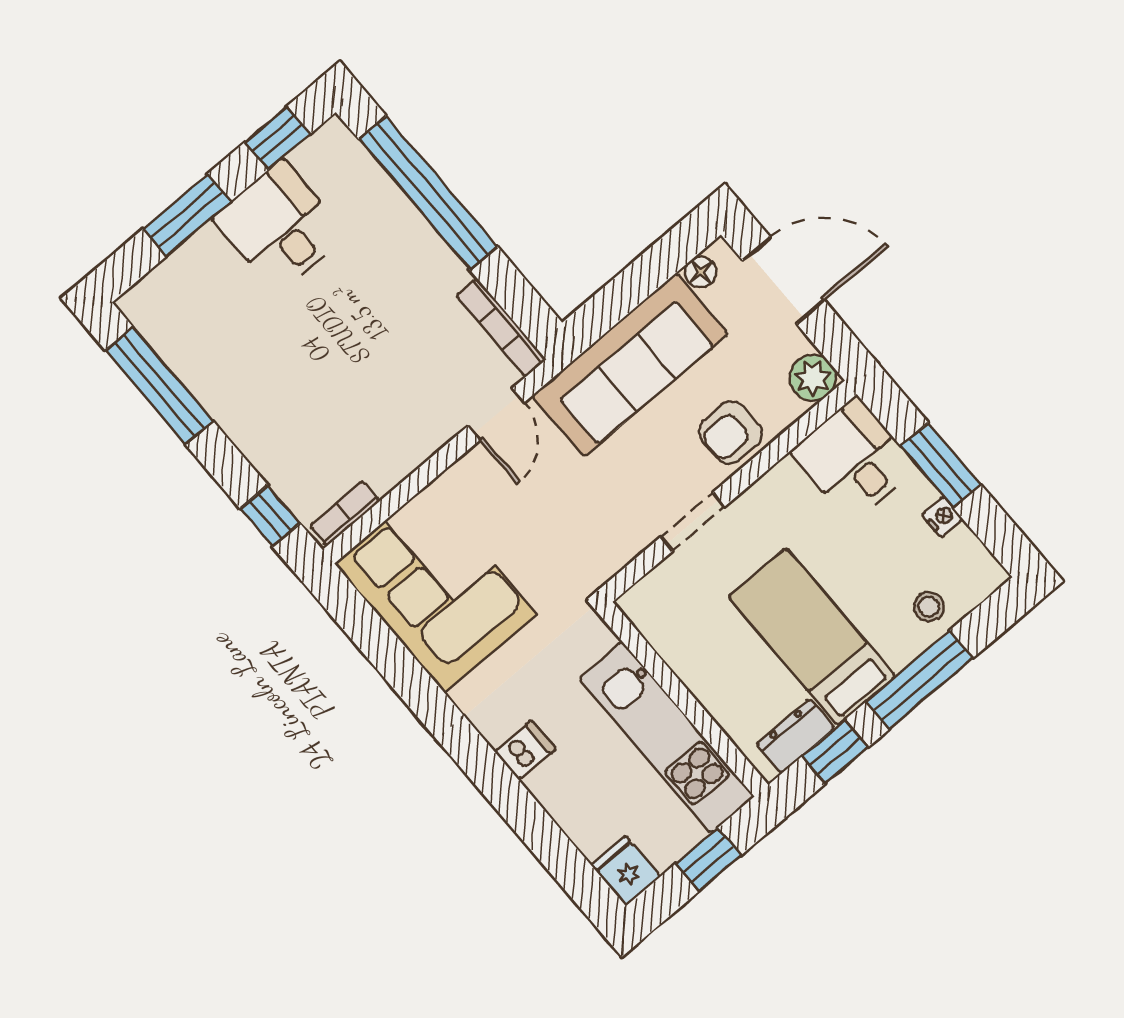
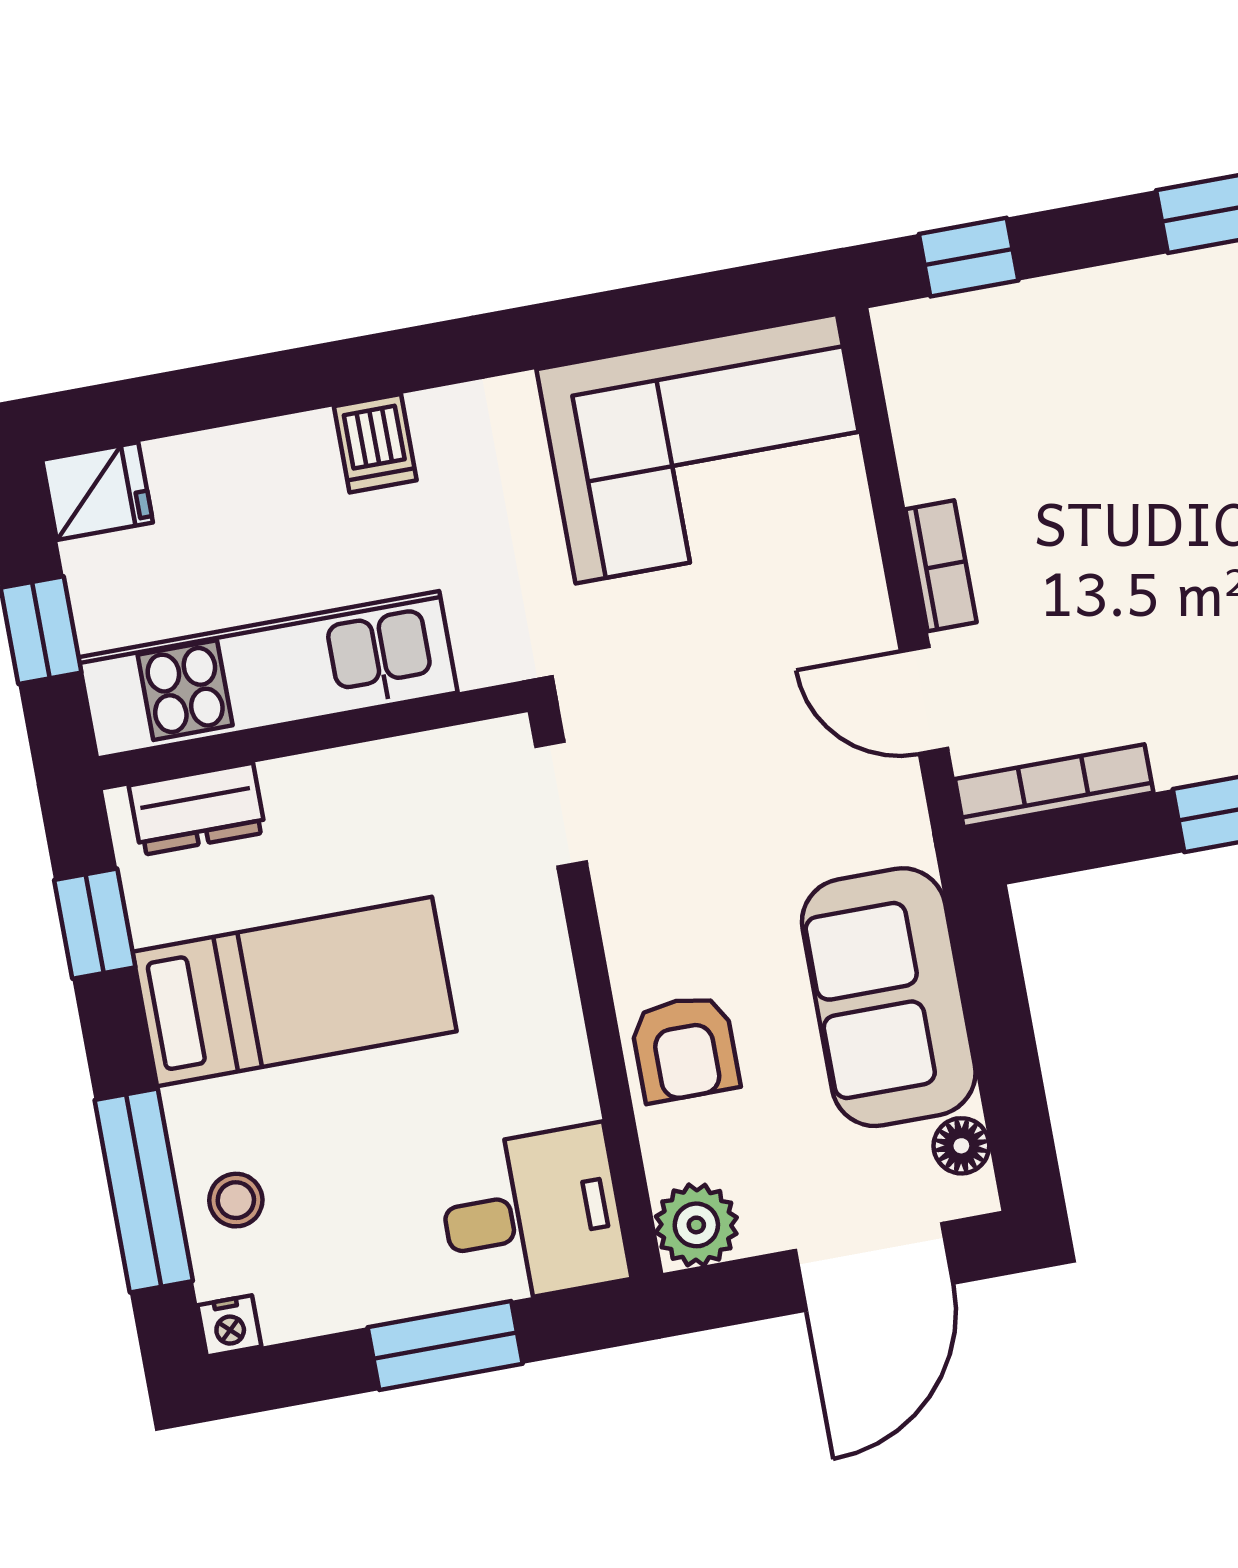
sofa: (630, 365) -> (889, 997), width x0.73
armchair: (731, 433) -> (685, 1048), turned 180
bookcase: (345, 513) -> (941, 566), moved
nightstand: (942, 517) -> (229, 1326), moved
doorway: (693, 522) -> (561, 804), moved
window: (919, 680) -> (144, 1191), moved
dresser: (796, 736) -> (197, 809), moved, turned 90

